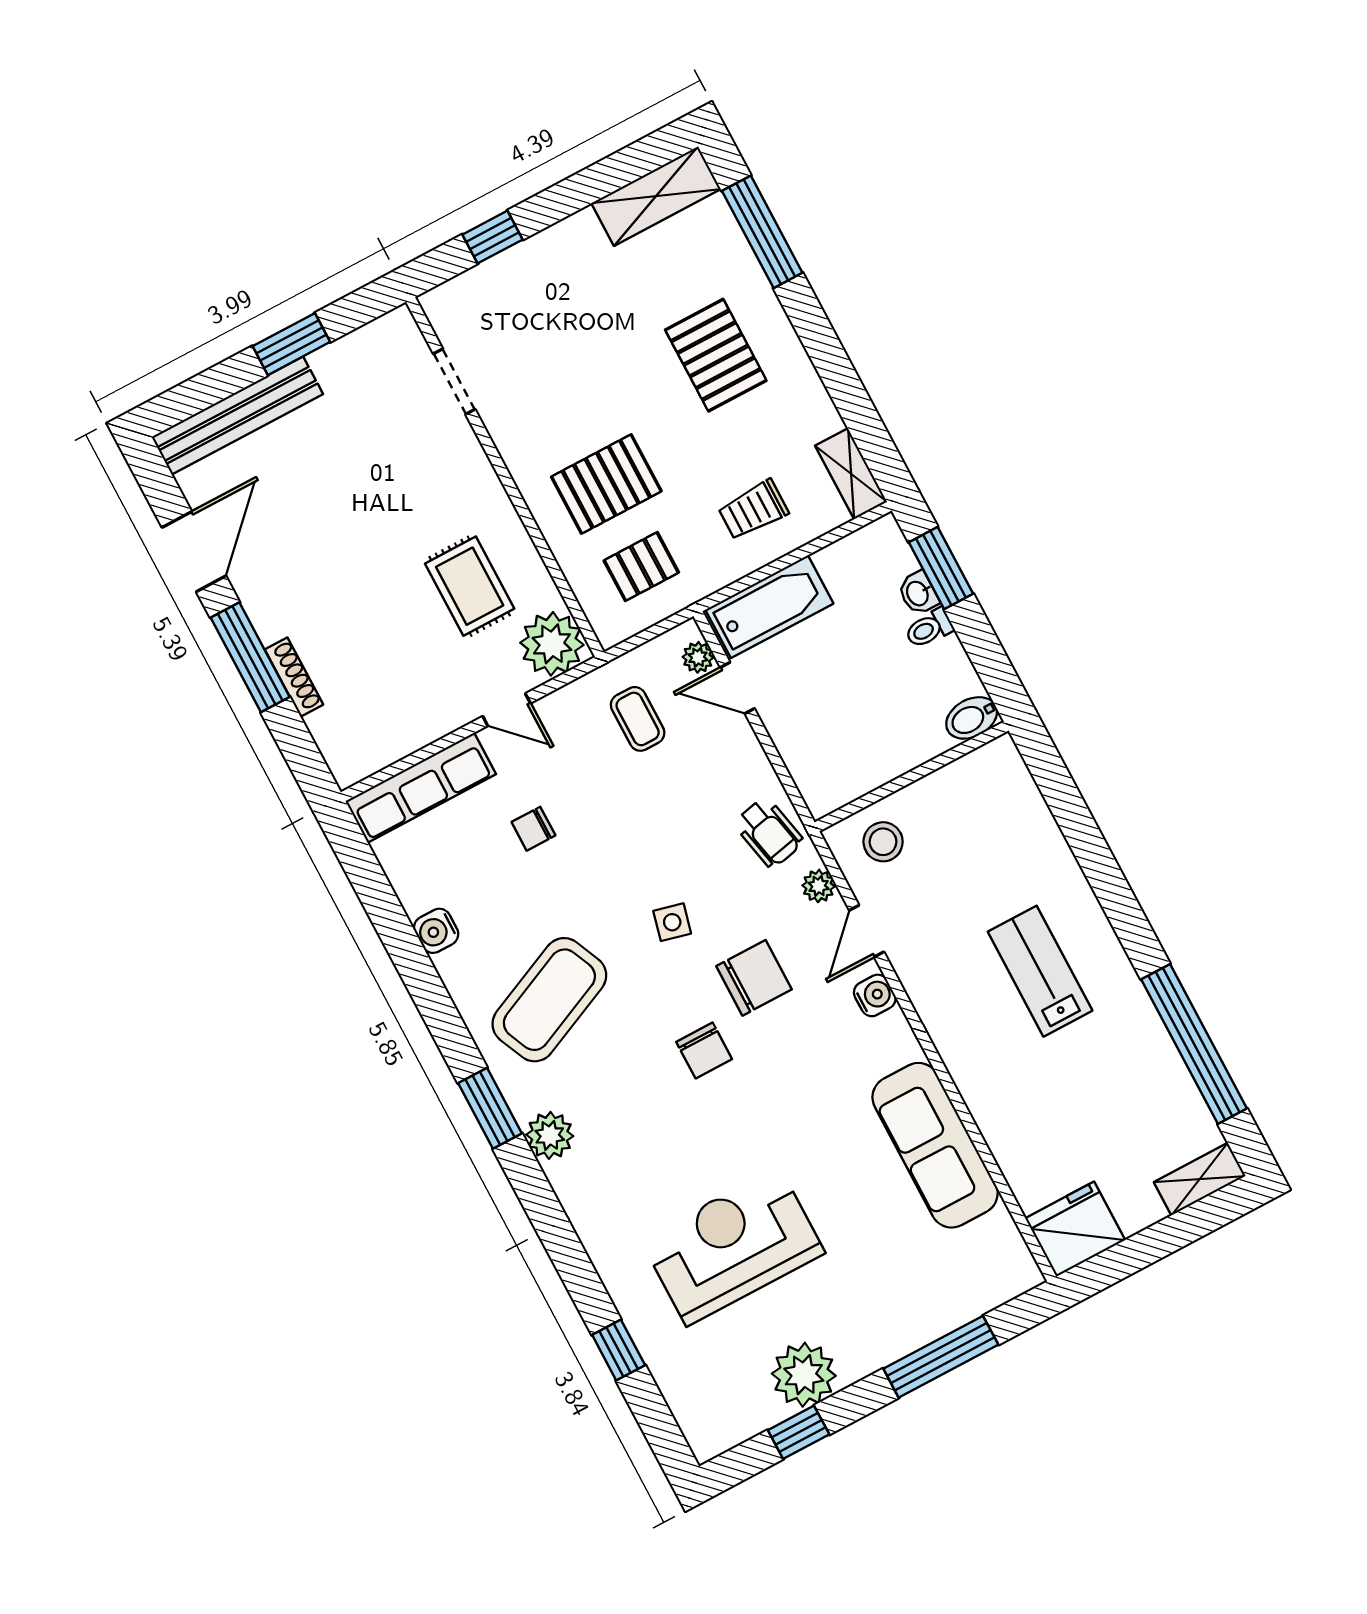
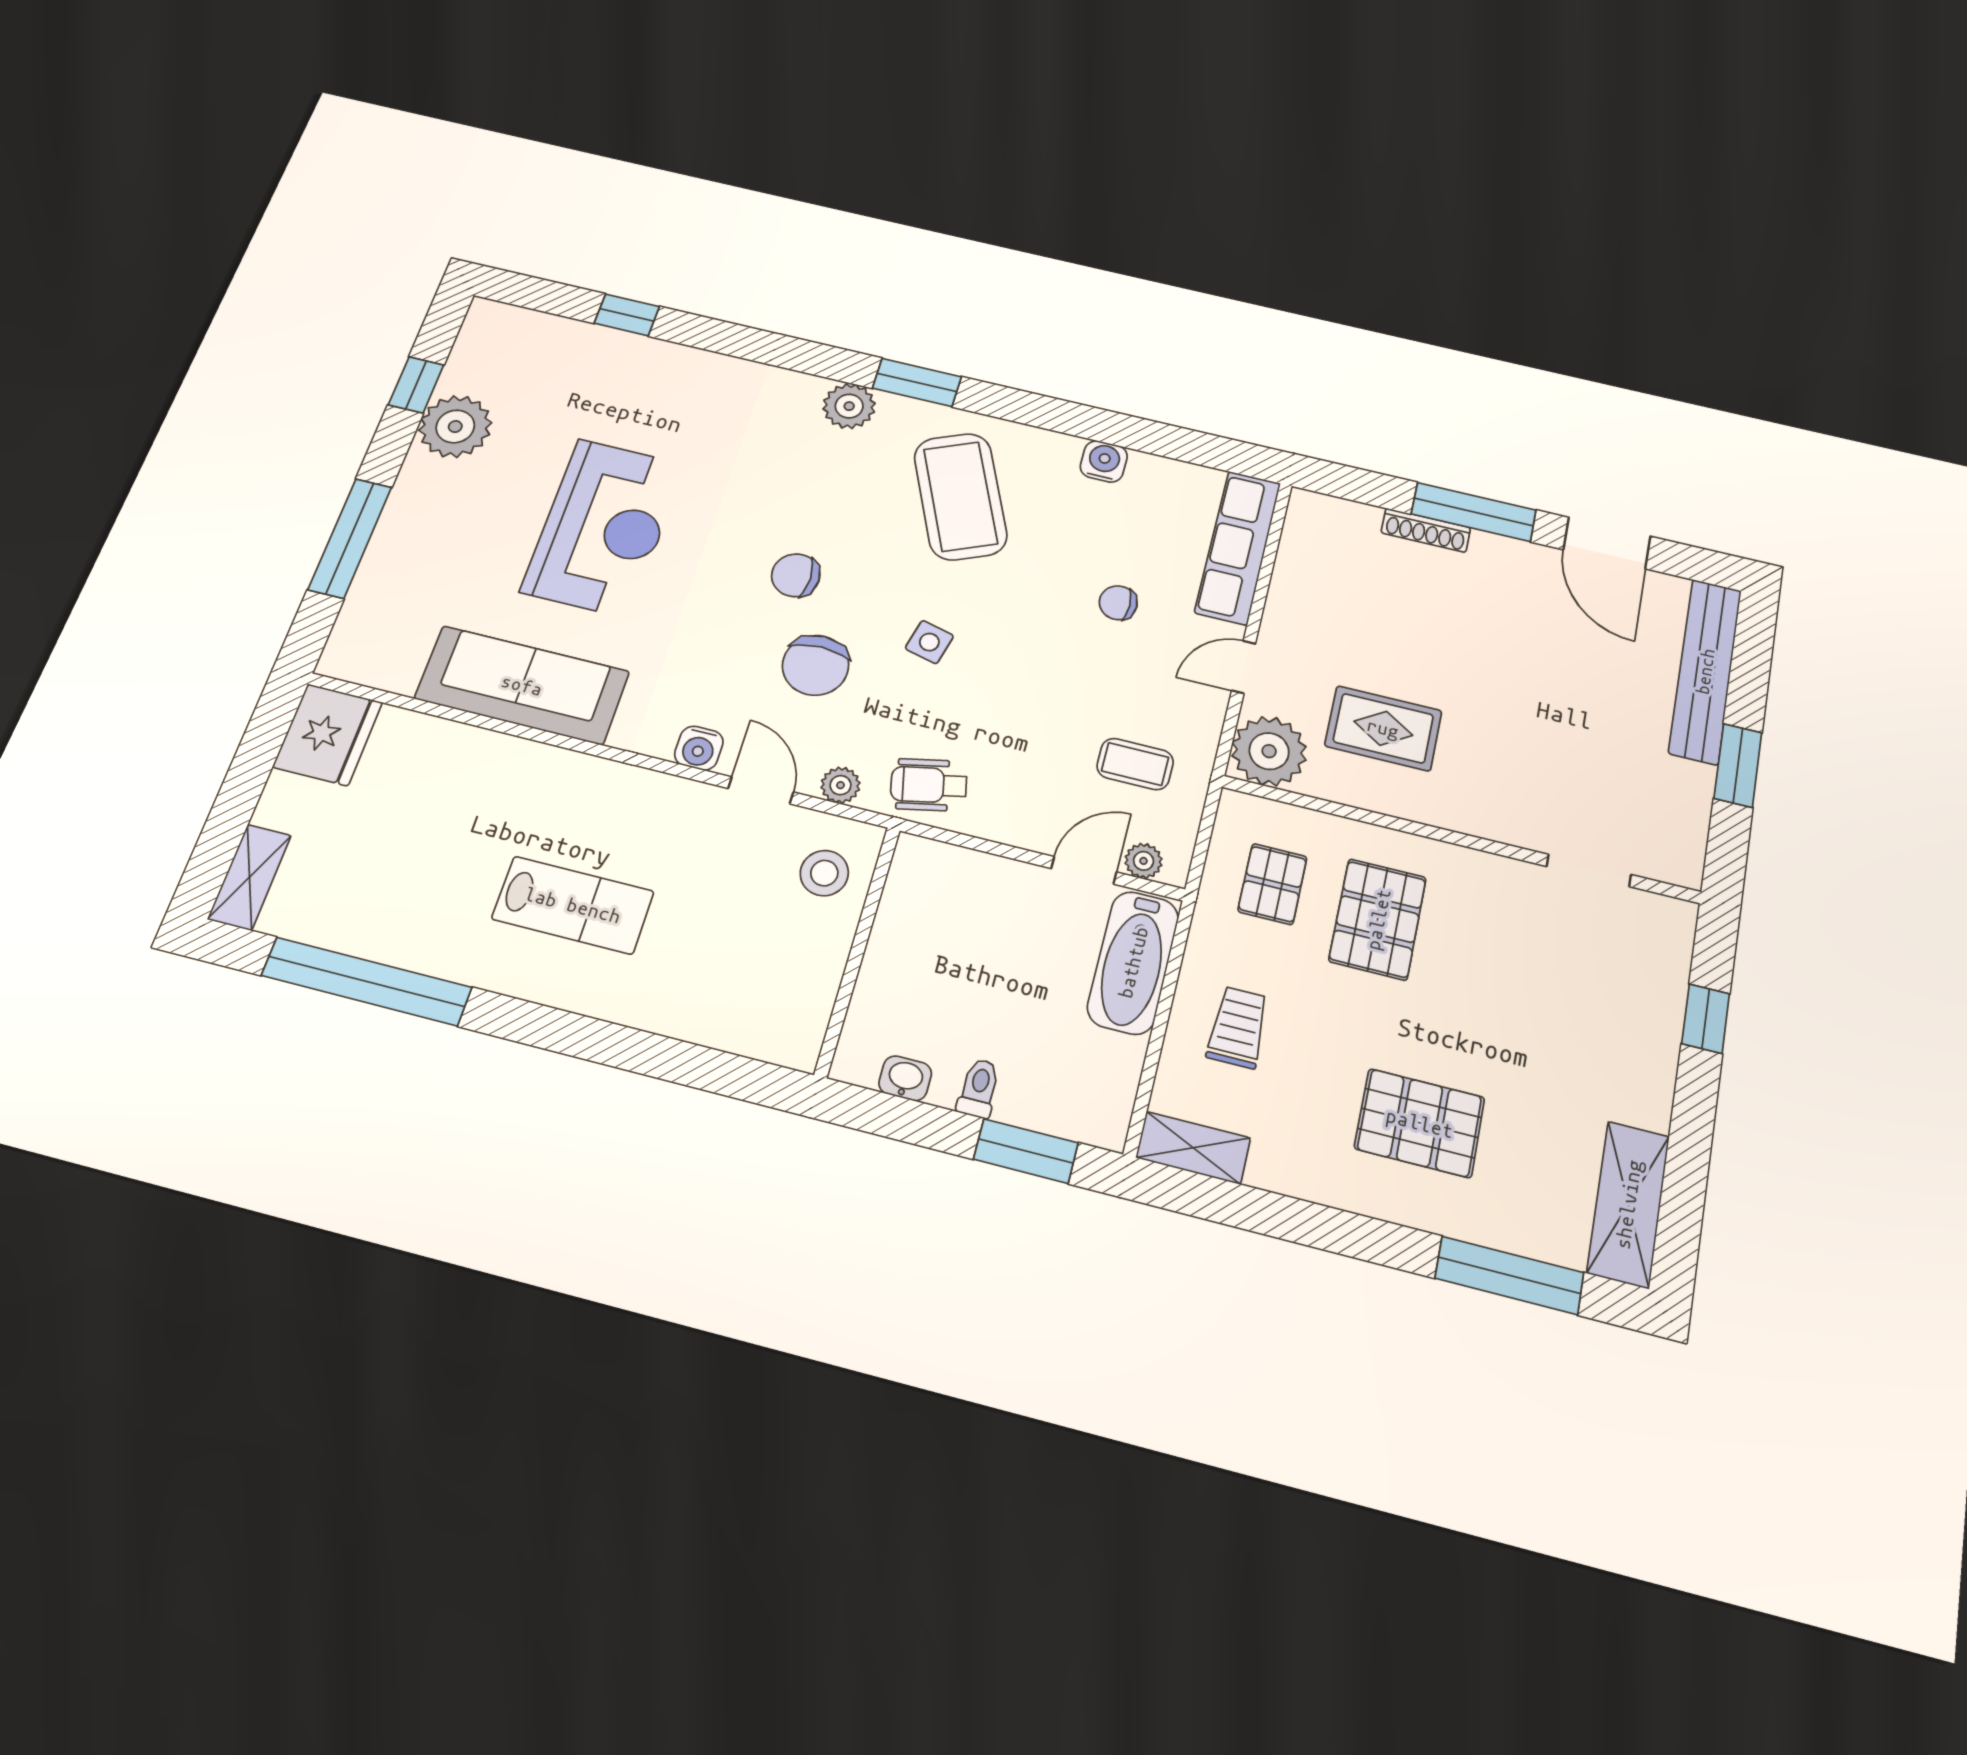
washbasin: (918, 593) -> (905, 1078), moved
bidet: (972, 718) -> (859, 1052), removed
chair: (533, 829) -> (1118, 603), turned -90
reception desk: (733, 1246) -> (604, 527), moved

